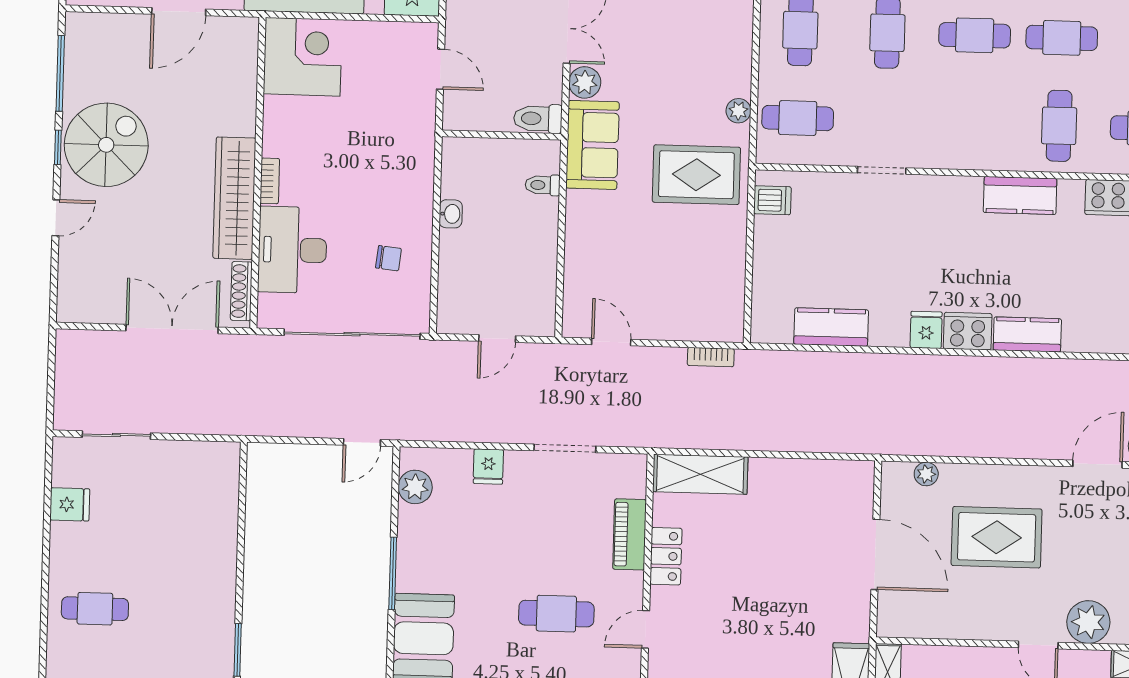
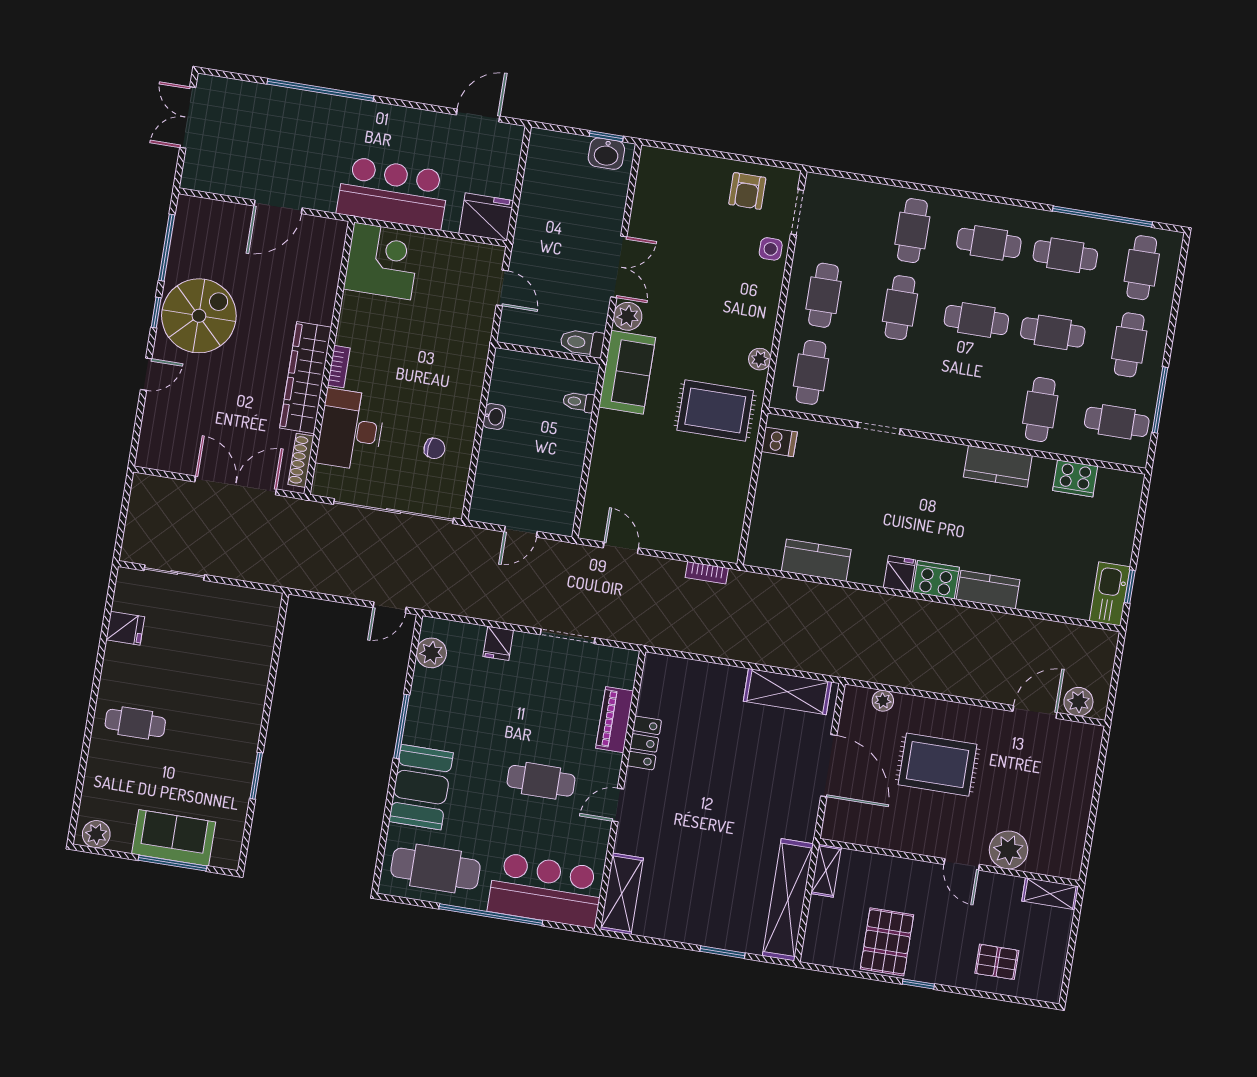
cafe table: (798, 118) -> (811, 372), turned 90
shelving: (700, 474) -> (787, 692), moved

